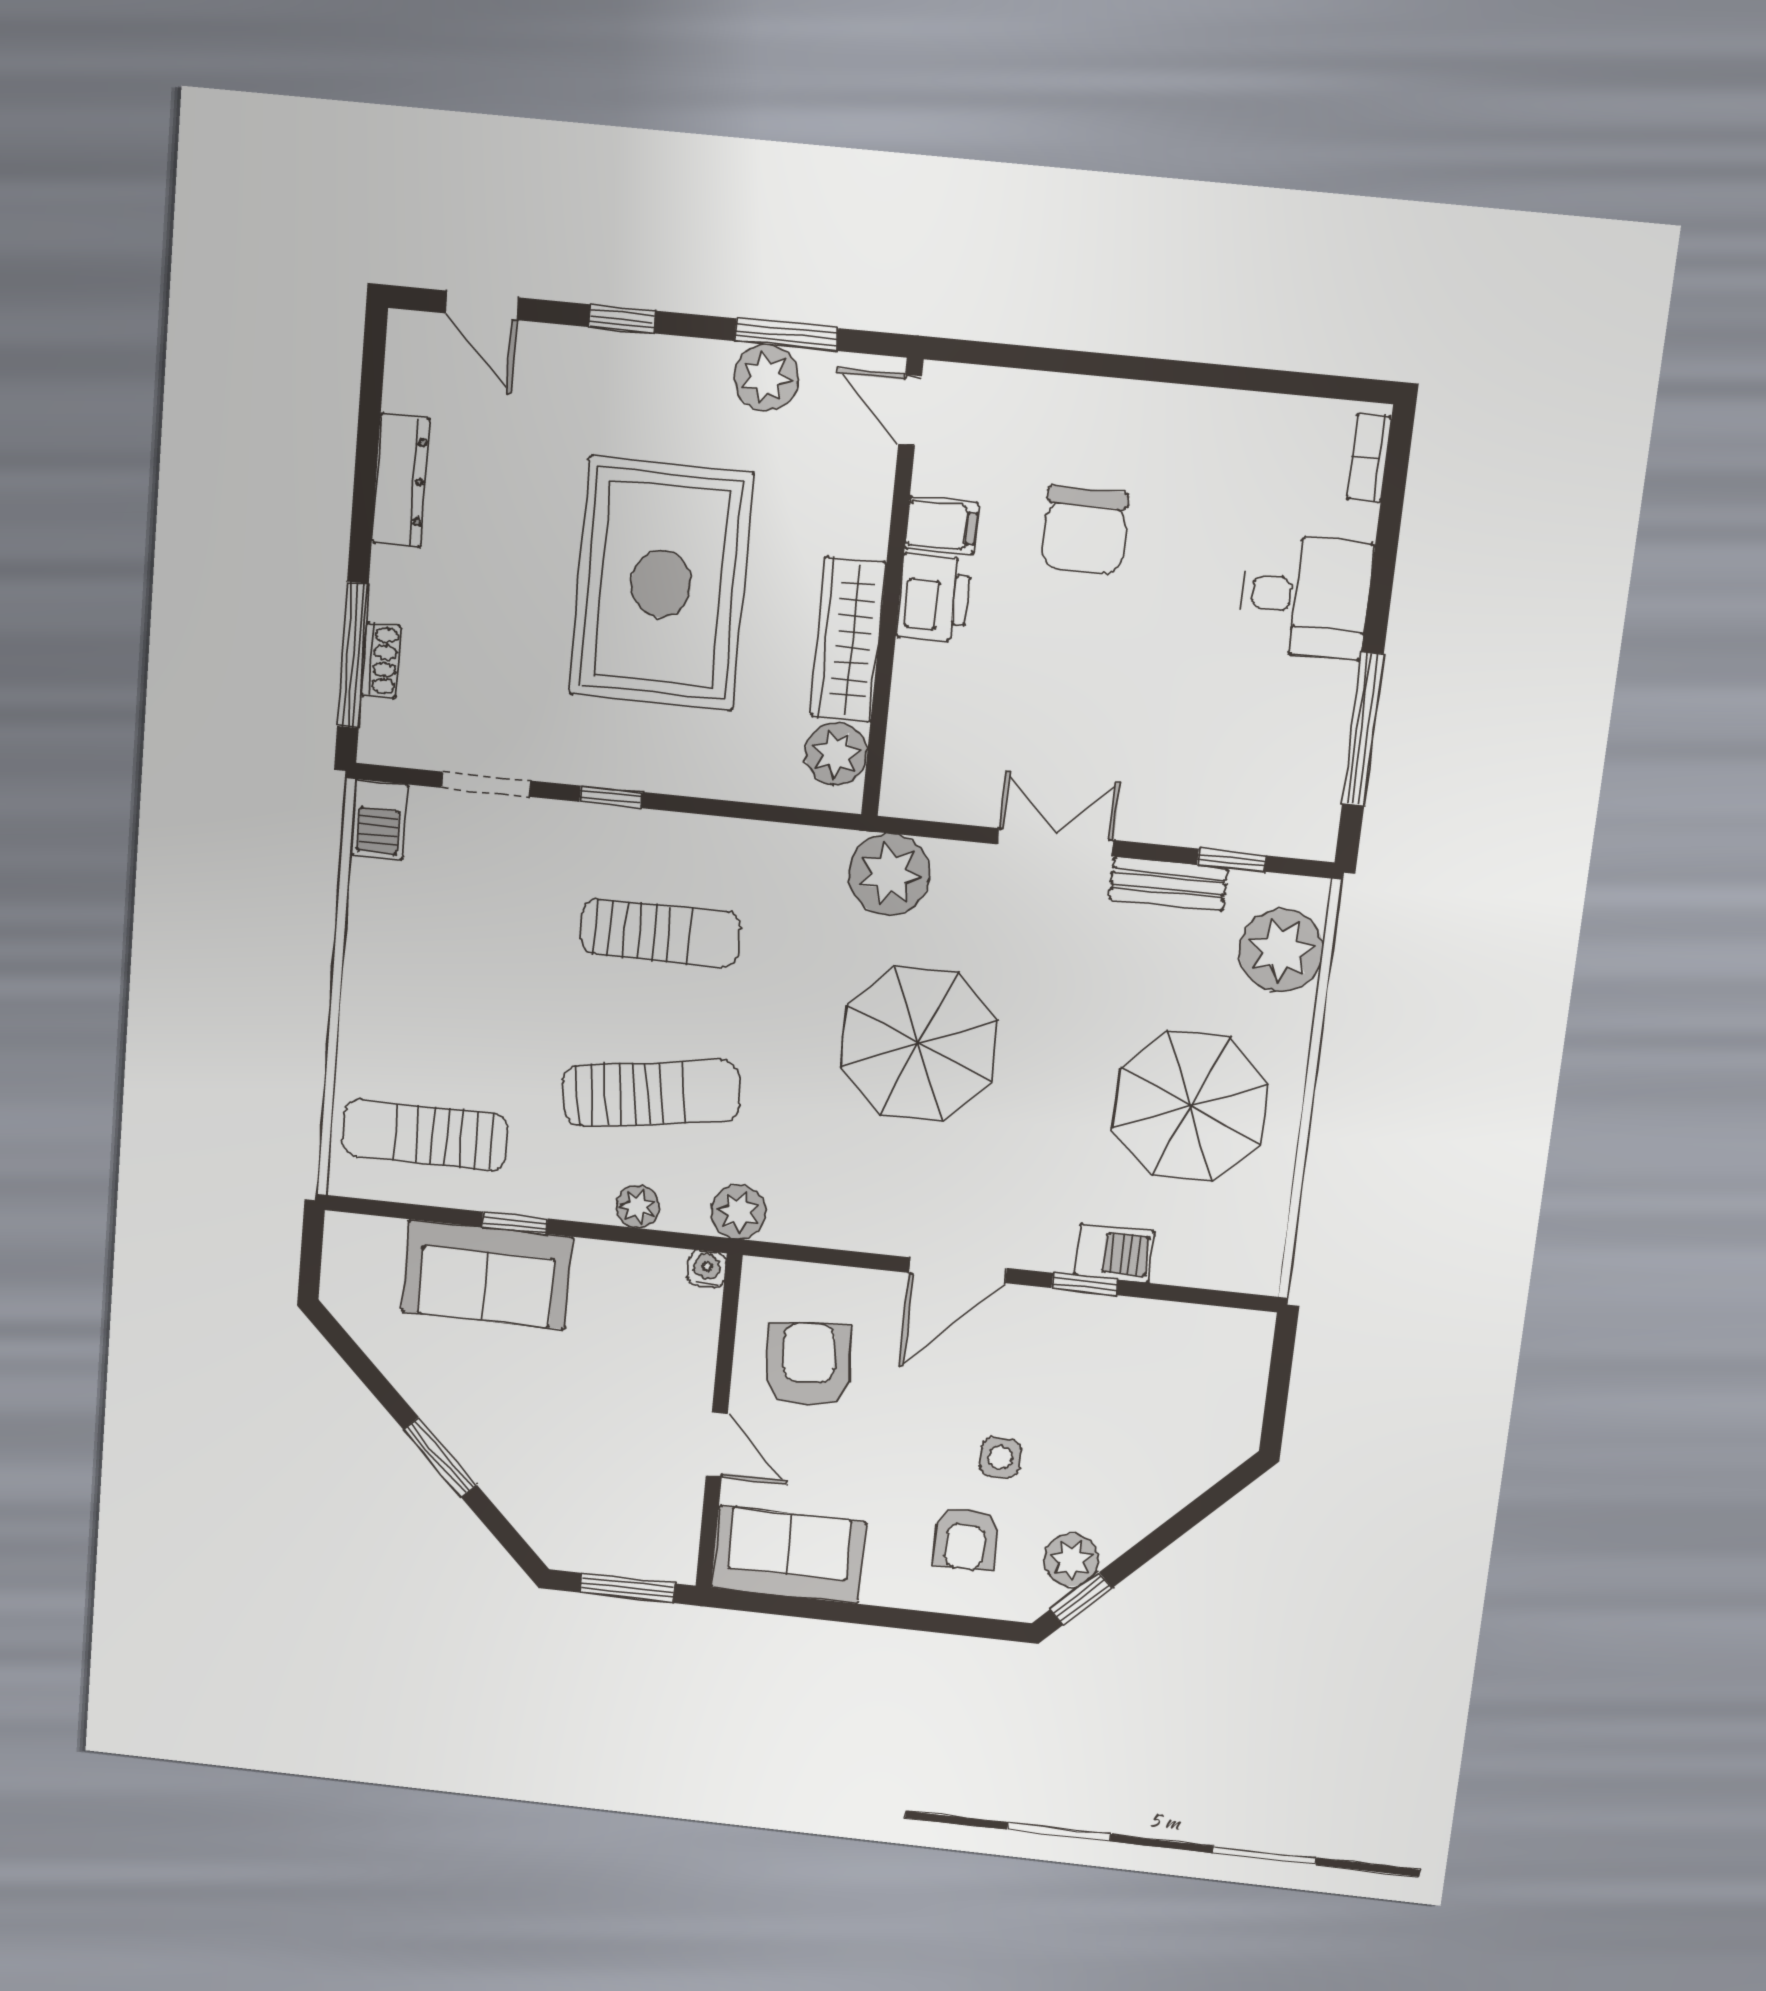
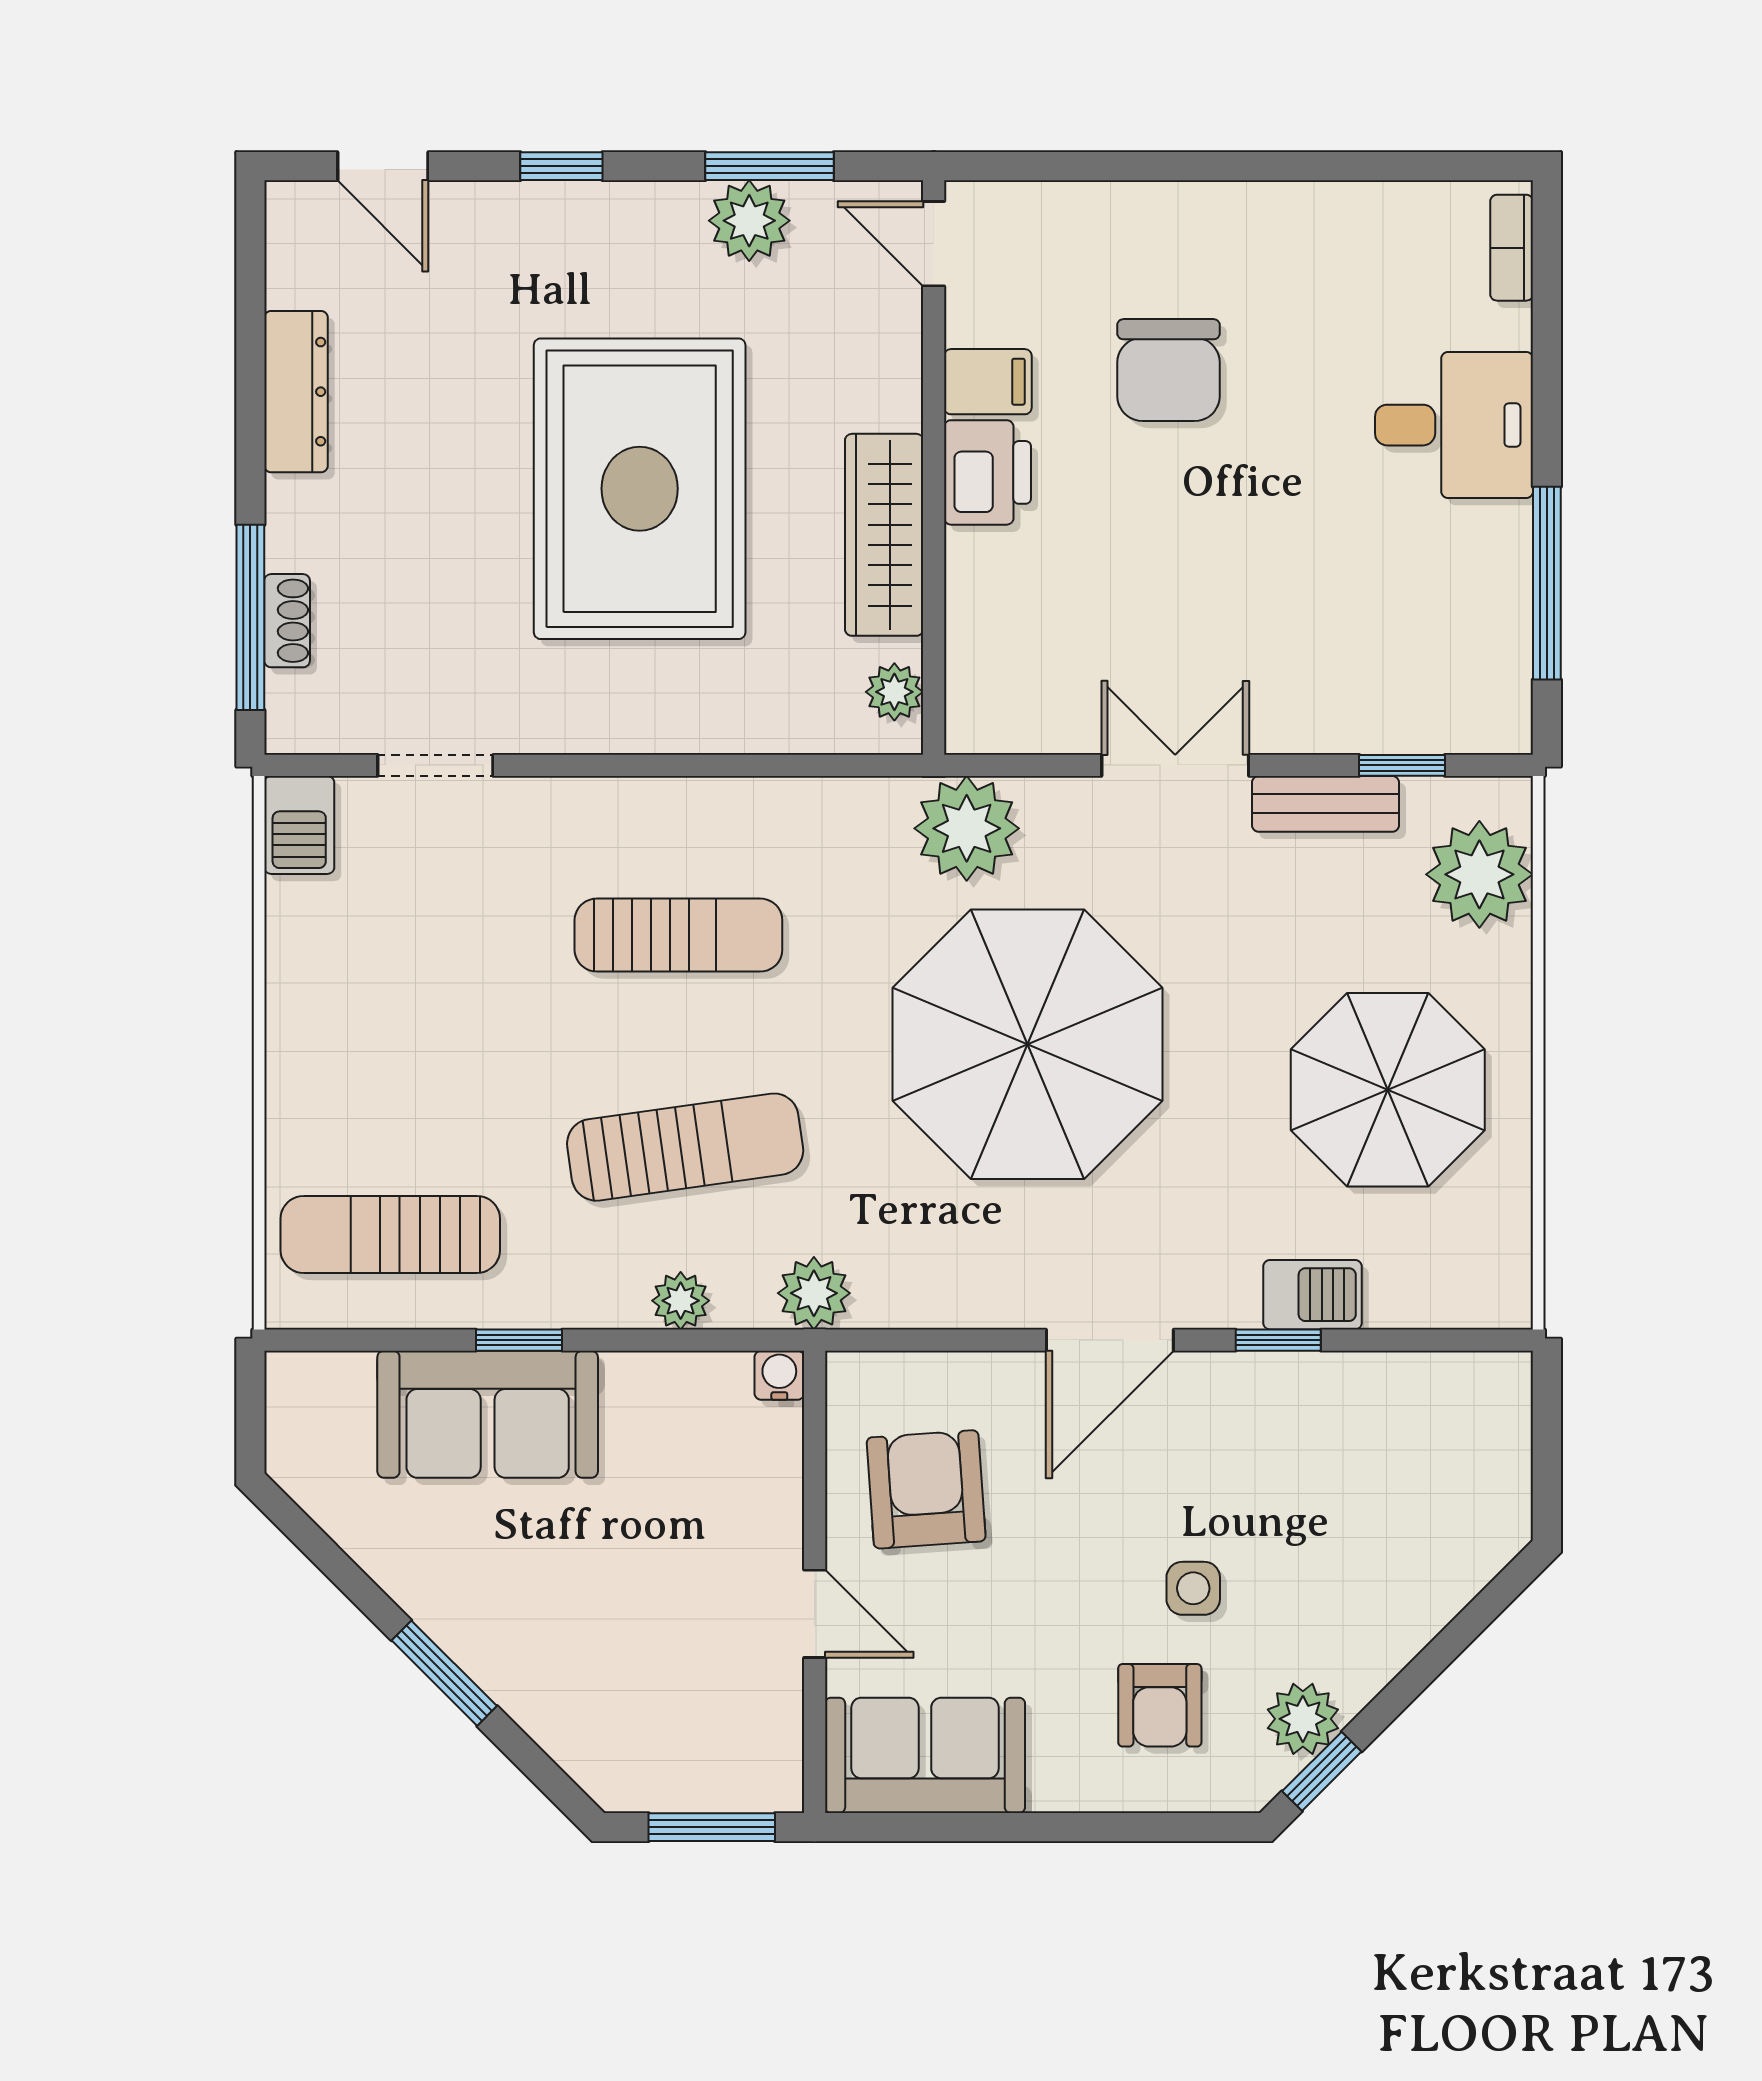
plant: (836, 754) -> (894, 692), width x0.73, depth x0.73
window: (611, 797) -> (599, 765), removed
parasol: (919, 1044) -> (1027, 1044), width x1.36, depth x1.36

